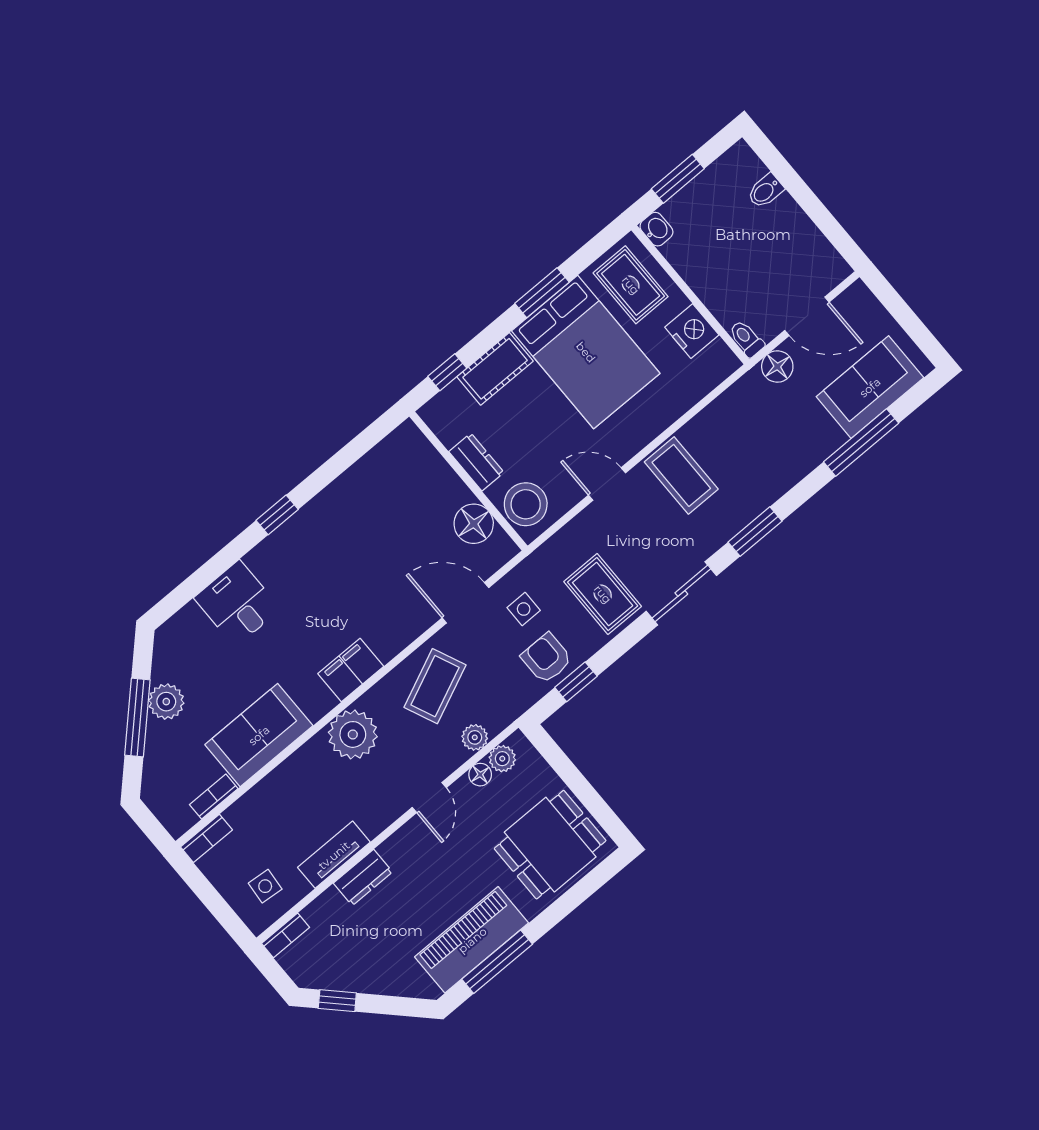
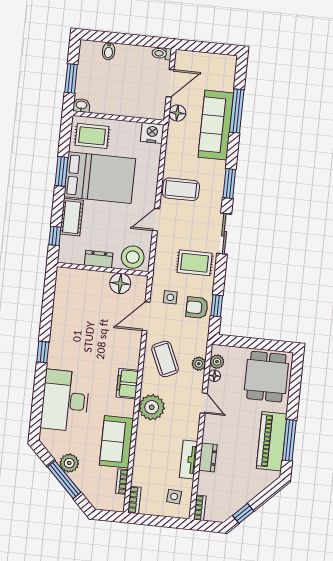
nightstand: (692, 331) -> (152, 133), moved
toilet: (746, 339) -> (162, 54), moved
sofa: (870, 387) -> (216, 125), moved, width x1.36
desk: (237, 603) -> (65, 401), width x1.87, depth x1.30

